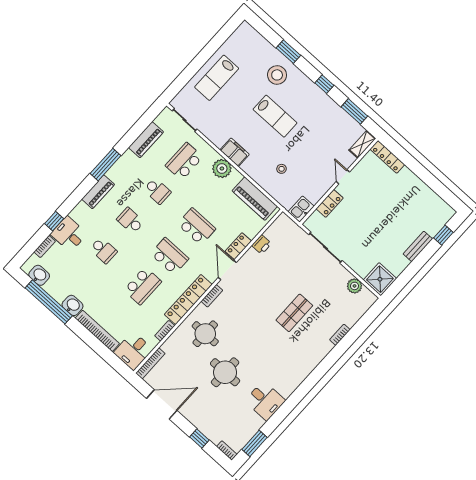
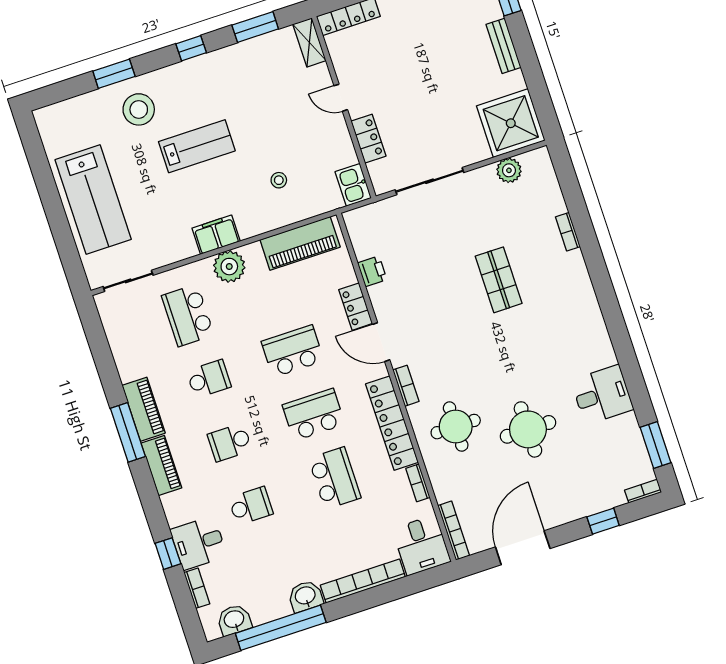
lab bench: (217, 78) -> (93, 200), width x1.36, depth x1.39
piano: (146, 140) -> (144, 409), moved
shower: (380, 279) -> (511, 123), width x1.37, depth x1.37

